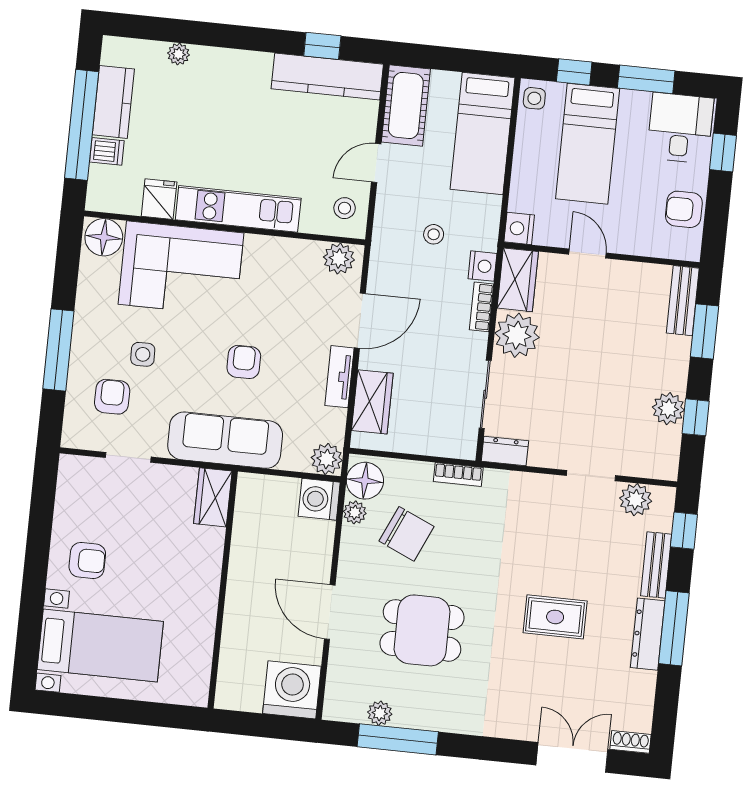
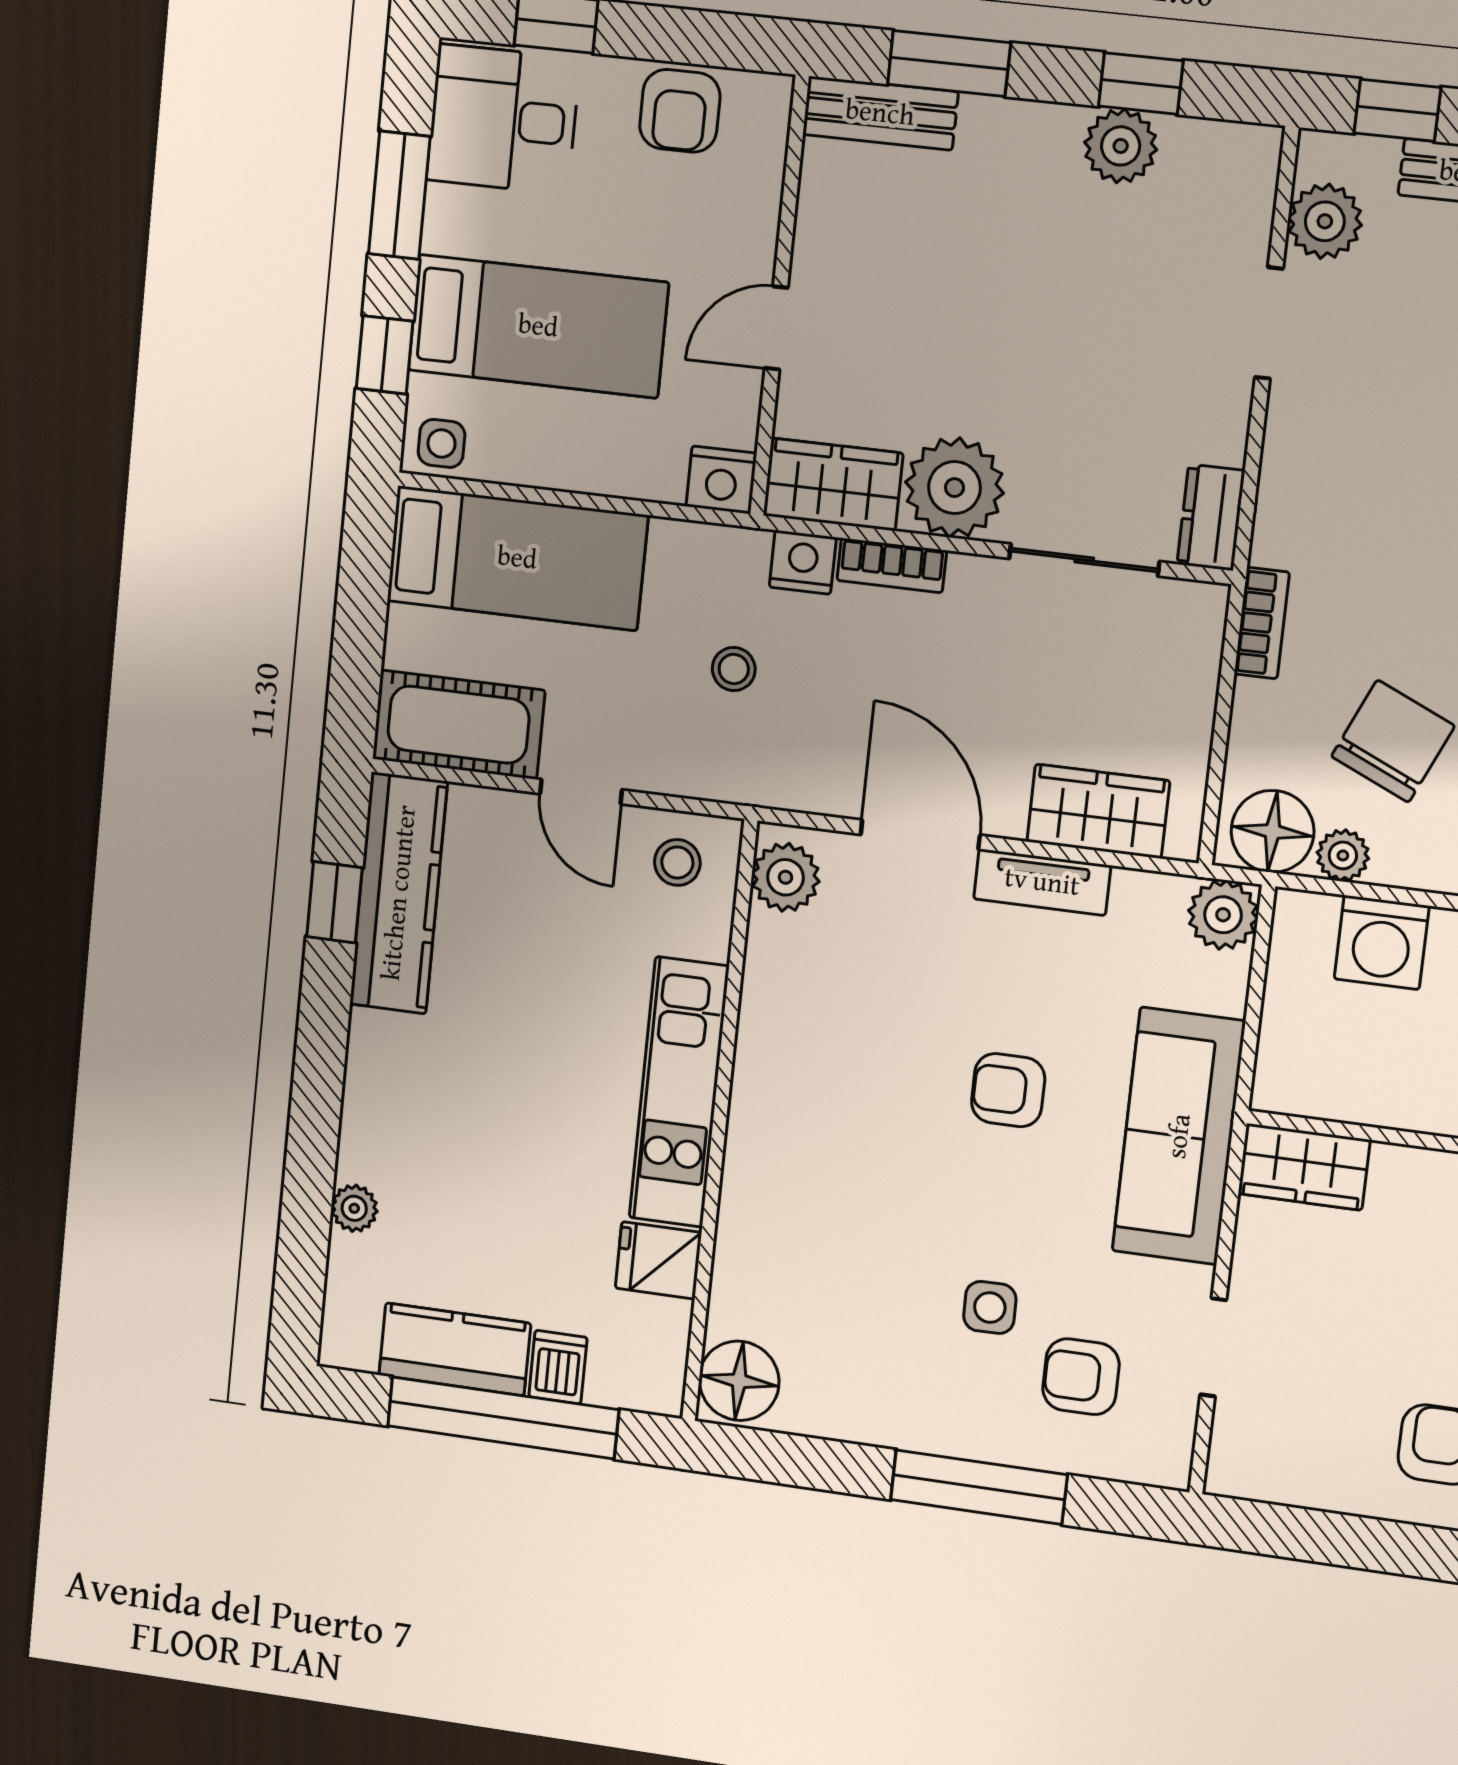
corner sofa: (181, 269) -> (806, 1219), removed
washing machine: (319, 499) -> (1382, 942), moved

